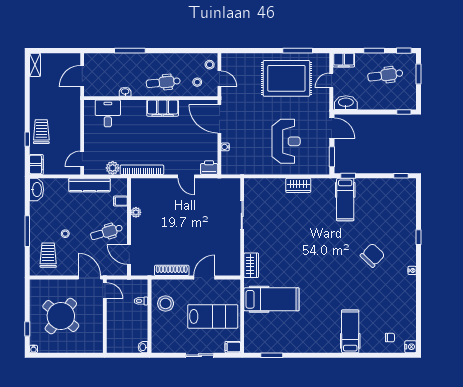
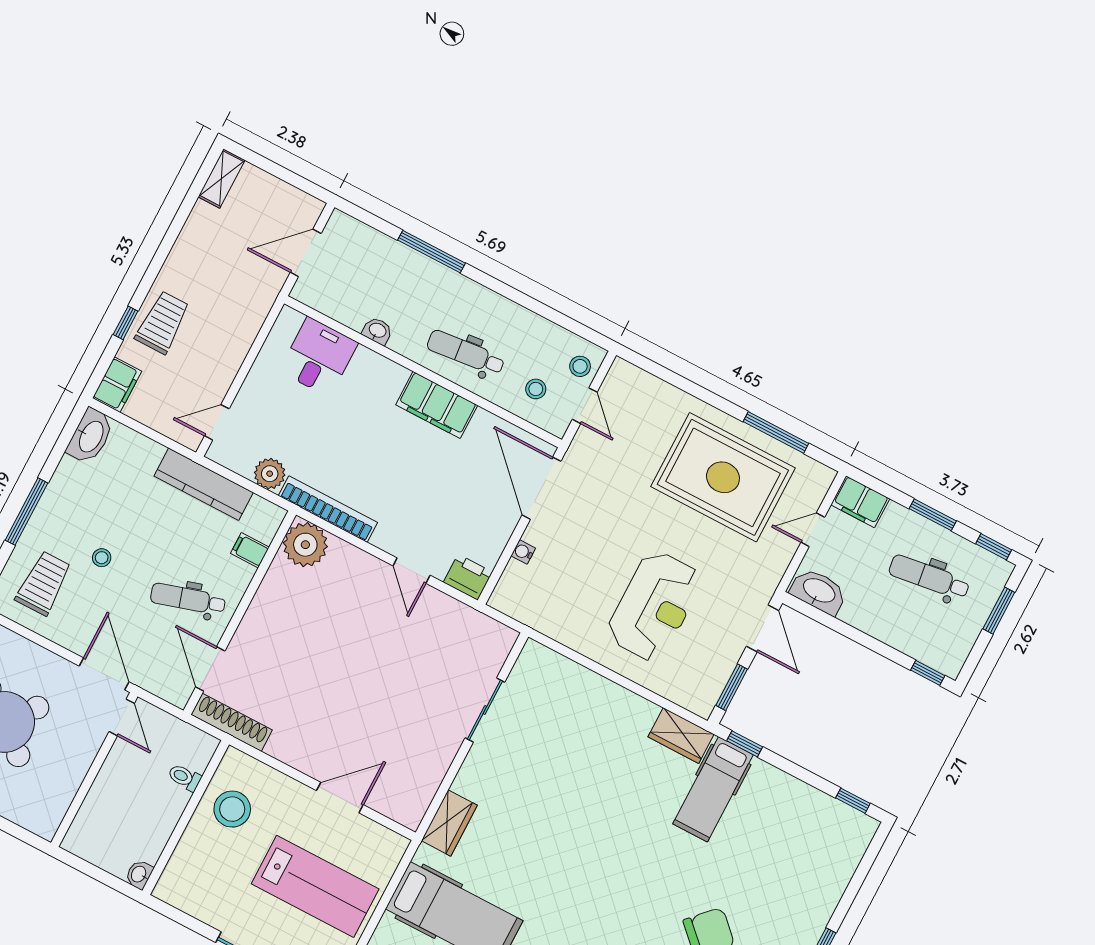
wardrobe: (298, 185) -> (681, 736), moved
plant: (136, 212) -> (305, 545), moved, width x1.88, depth x1.88
shoe rack: (172, 270) -> (232, 722), moved

